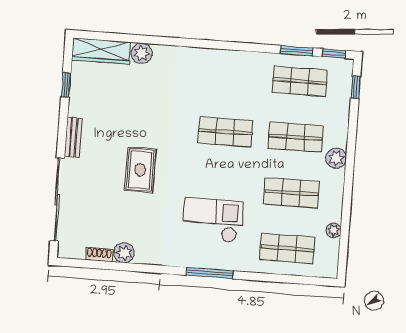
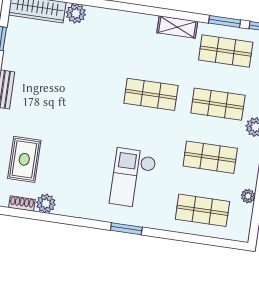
shelving: (248, 60) -> (177, 27), added
rug: (140, 170) -> (24, 159), moved
checkout: (213, 220) -> (133, 178), turned -90
window: (210, 273) -> (126, 229), width x0.69

